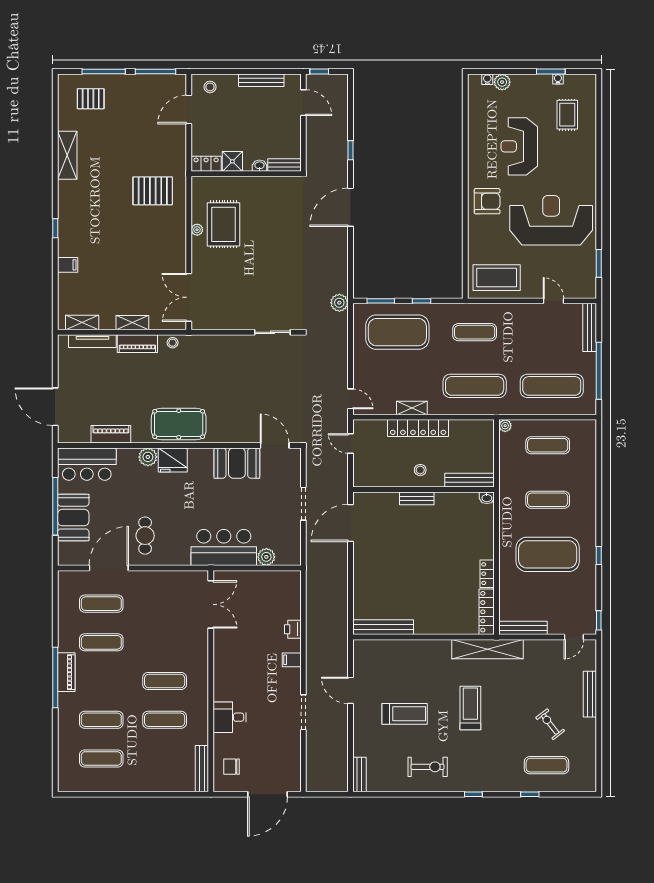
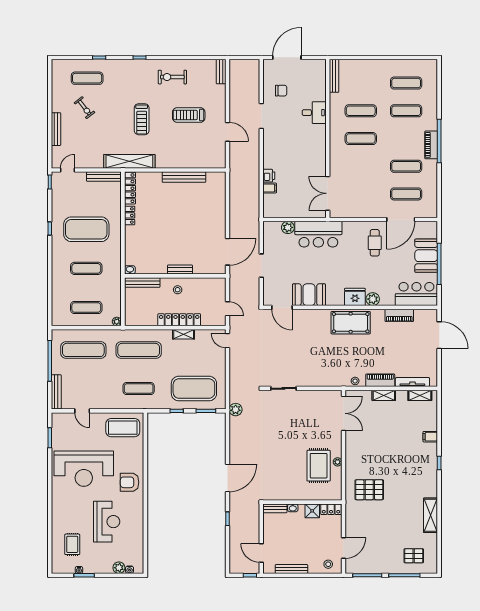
bench: (383, 627) -> (184, 177), moved
filing cabinet: (292, 660) -> (270, 188), moved
chair: (232, 767) -> (281, 91), moved

